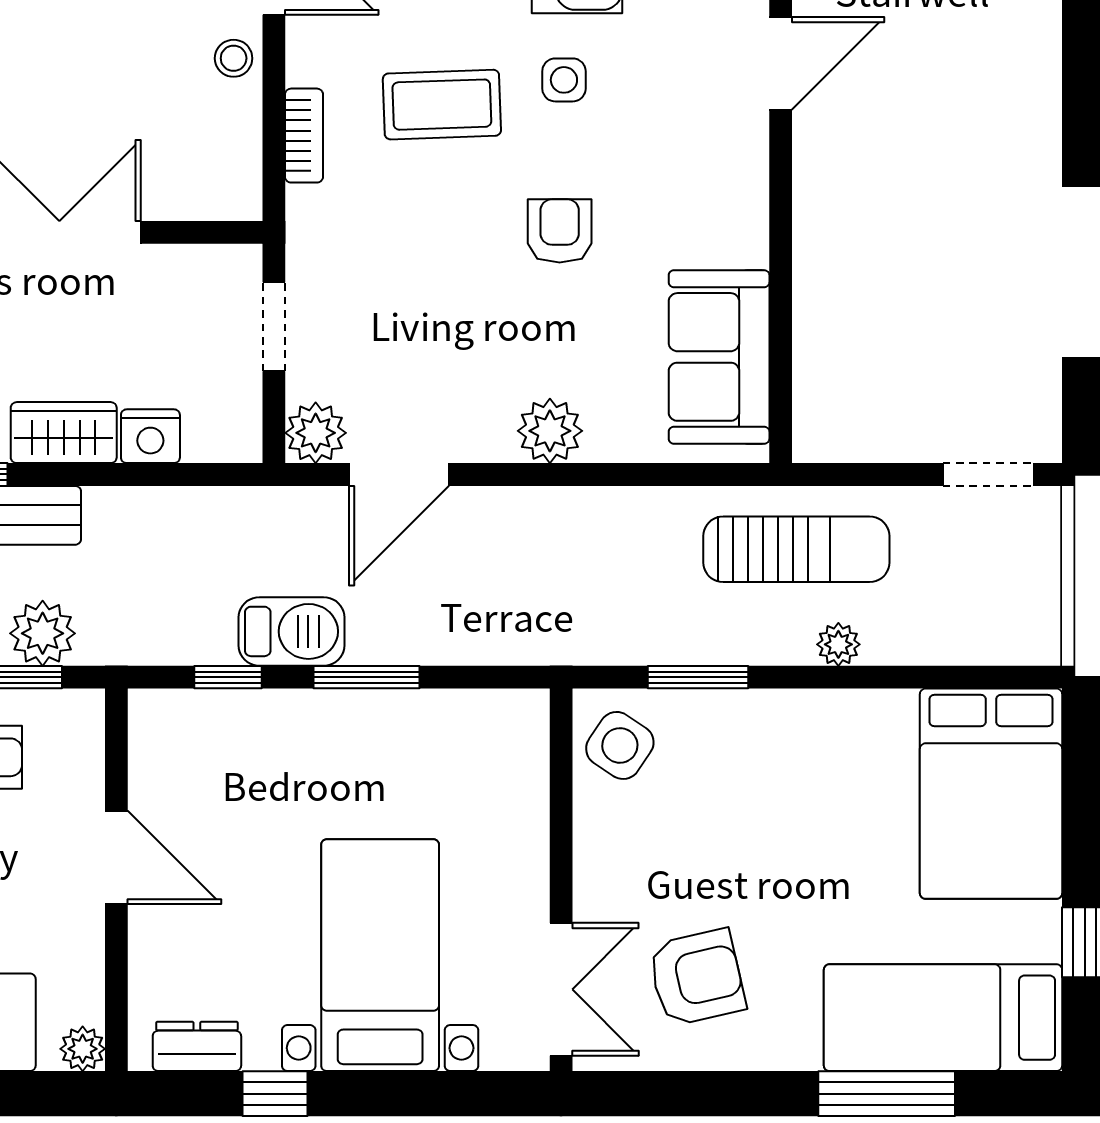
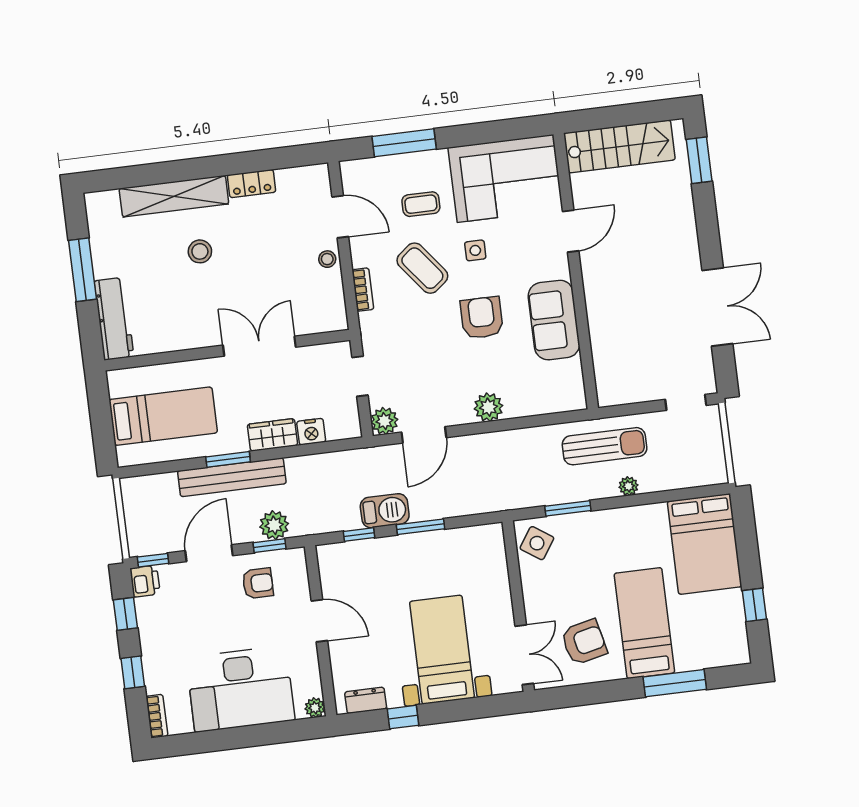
coffee table: (442, 105) -> (422, 268), turned 54
armchair: (560, 231) -> (482, 318), width x1.38, depth x1.38
sofa: (719, 357) -> (554, 320), moved
bed: (943, 1018) -> (644, 623), moved, turned 90

